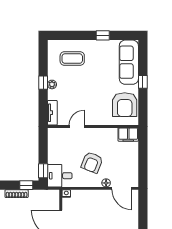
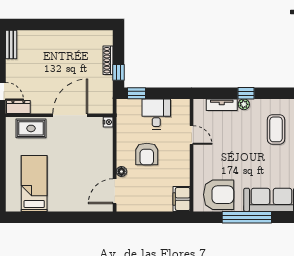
window: (143, 82) -> (247, 217), width x3.17
armchair: (125, 105) -> (219, 195), turned 180
tv unit: (52, 113) -> (222, 105), moved
armchair: (92, 162) -> (147, 154), turned -112
desk: (60, 176) -> (156, 114), moved

